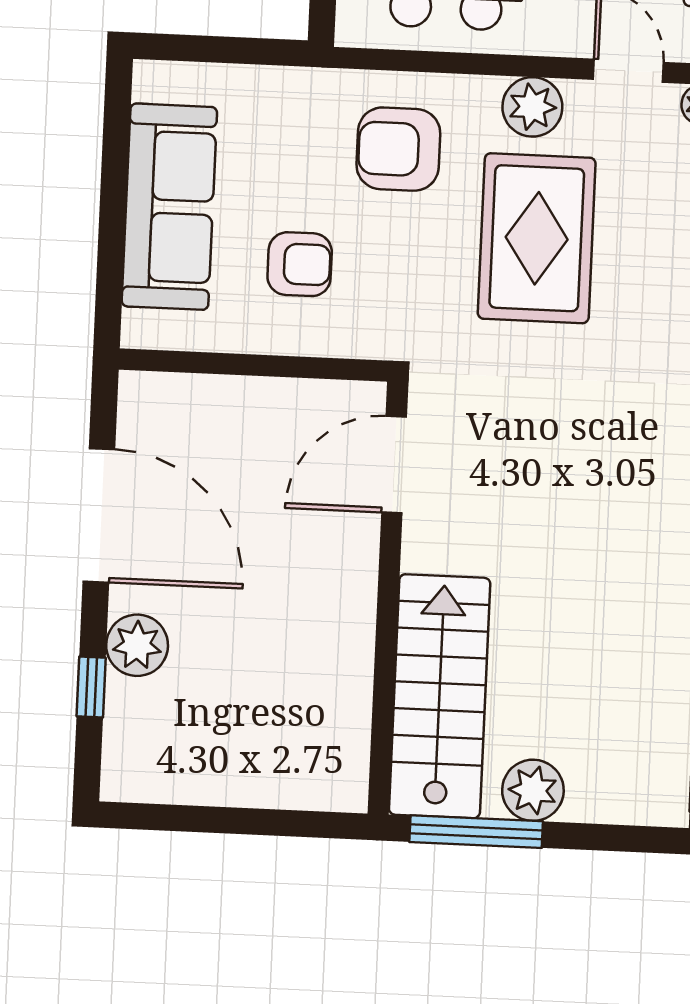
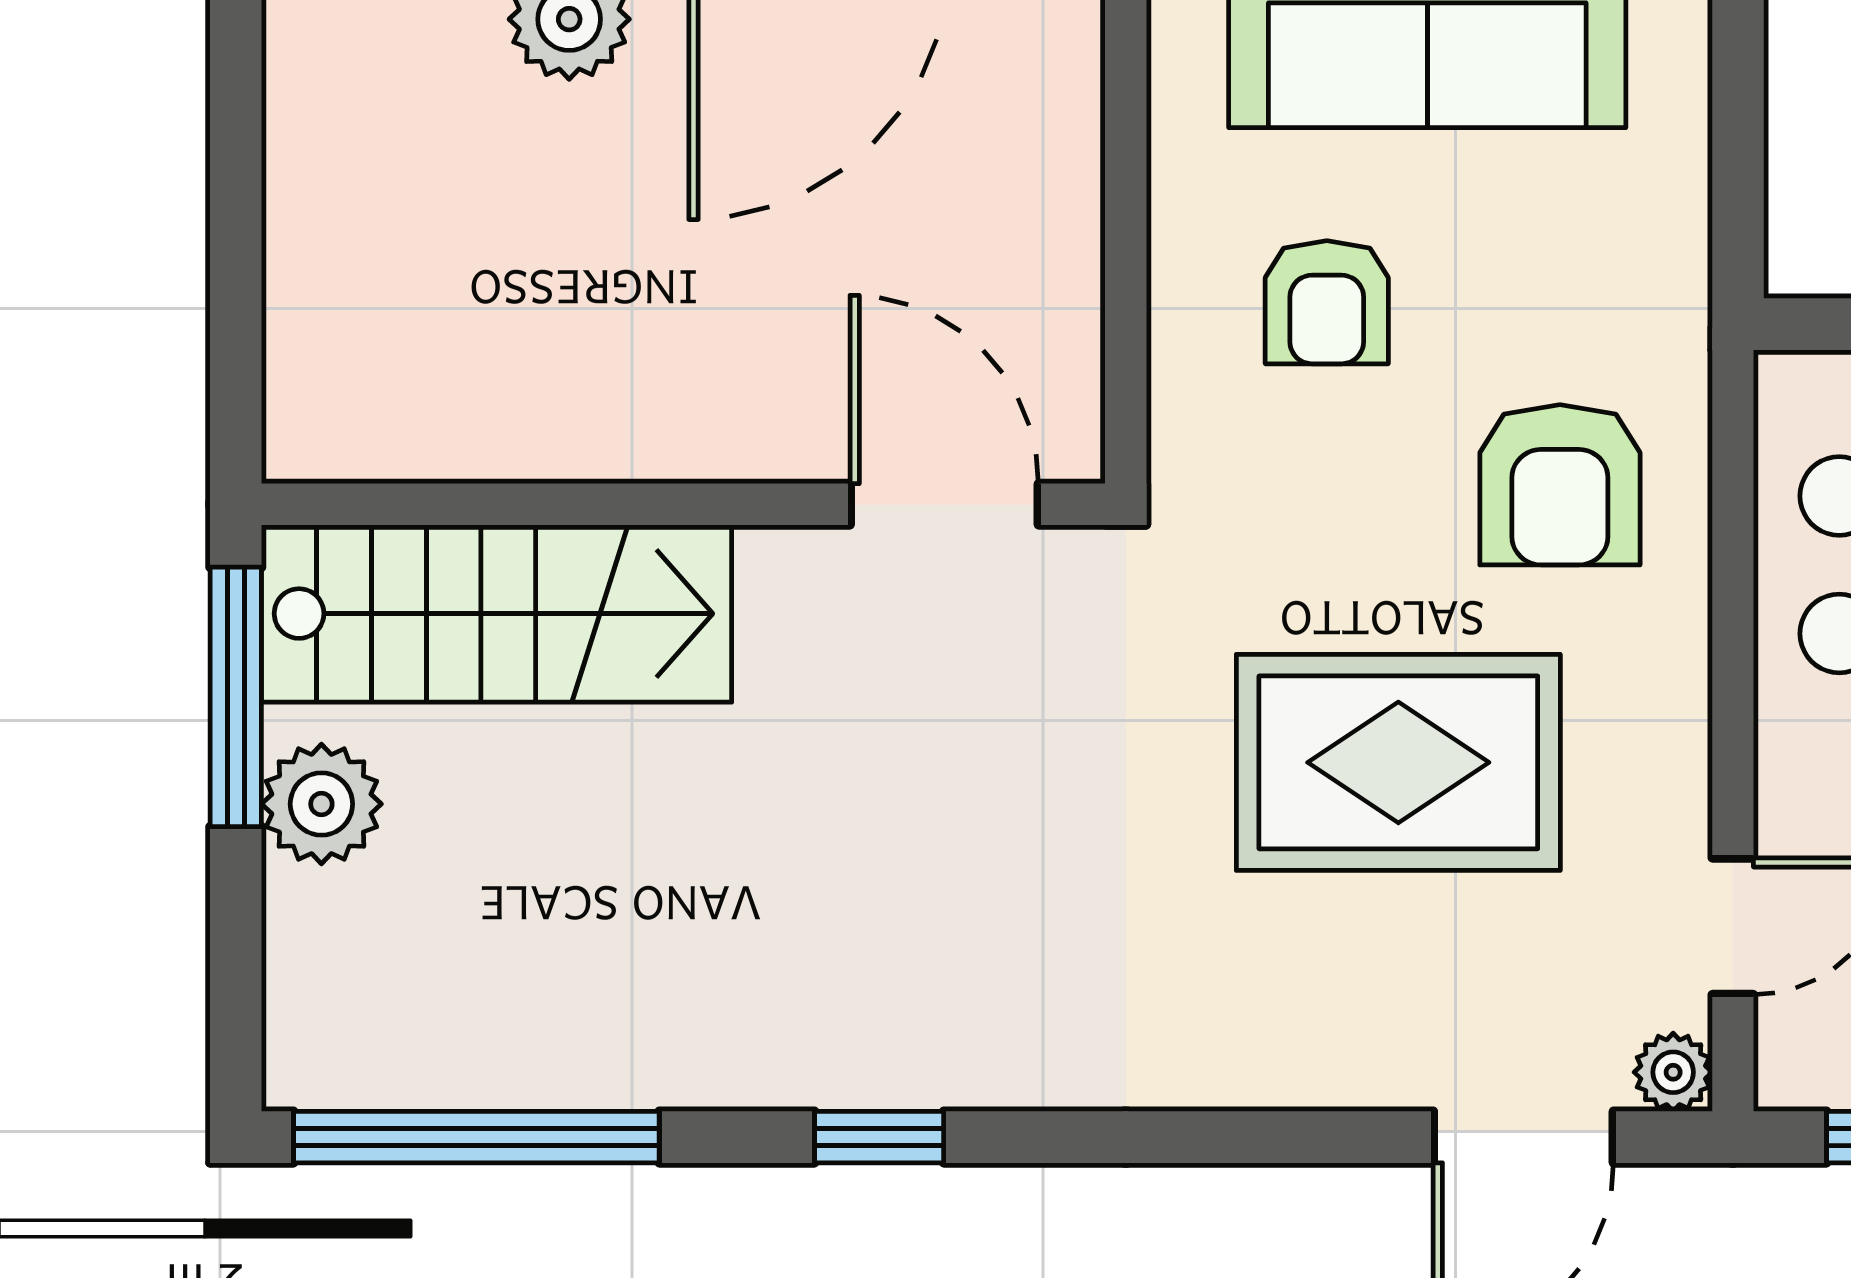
plant: (532, 107) -> (1654, 742), removed
armchair: (398, 149) -> (1560, 485), turned 180

